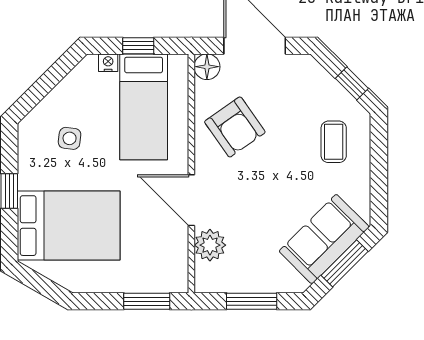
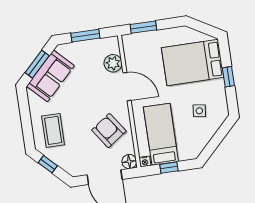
nightstand: (108, 63) -> (145, 161), moved
coffee table: (334, 142) -> (53, 130), width x1.36, depth x1.30

